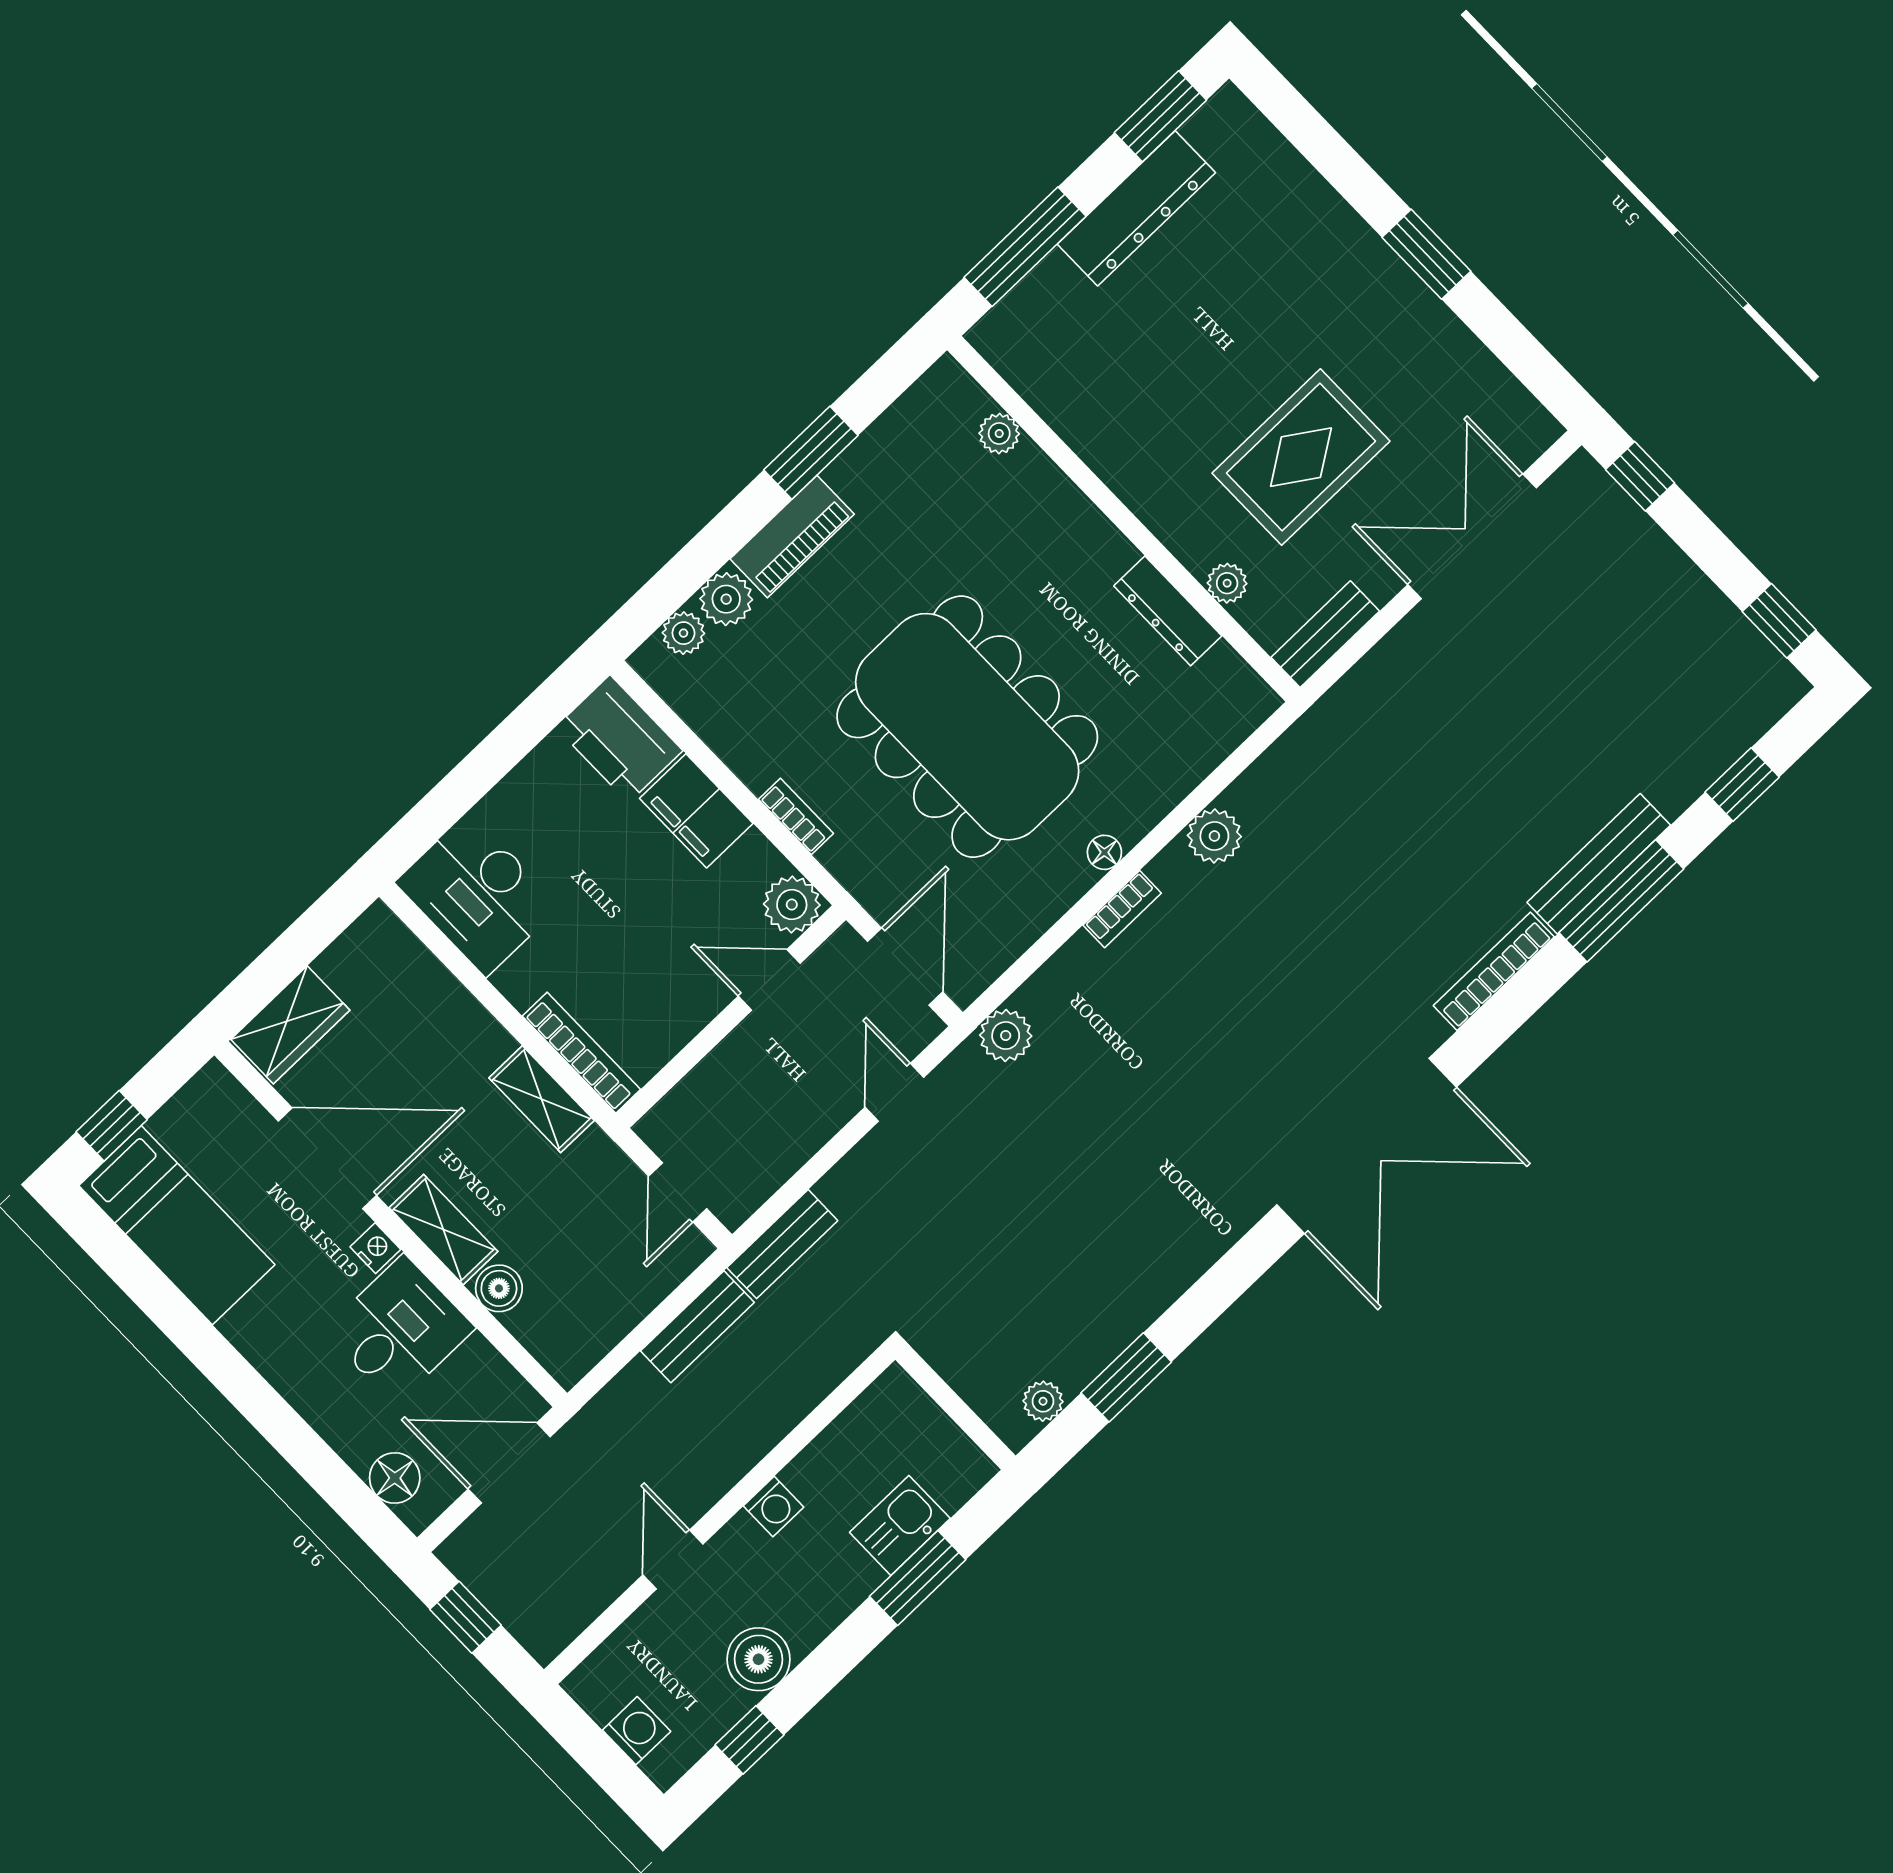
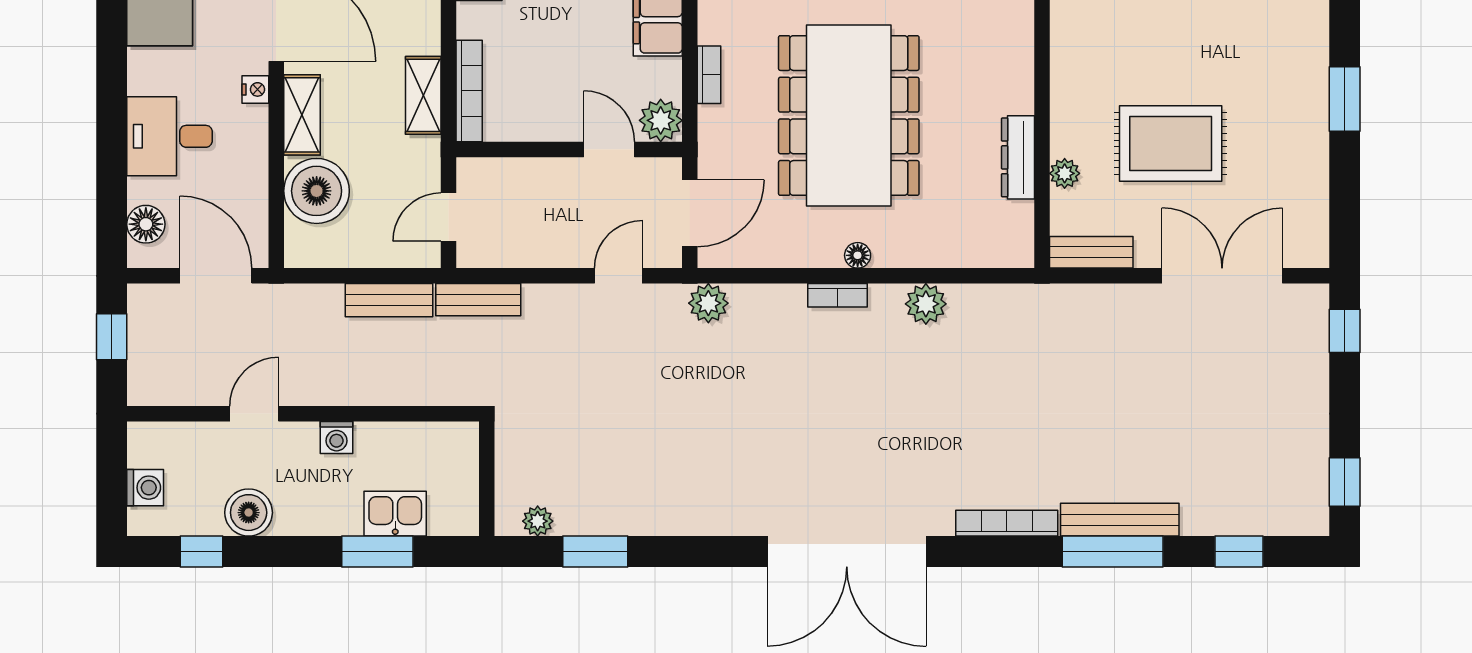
boiler: (499, 1288) -> (317, 191), width x1.86, depth x1.86
desk: (399, 1329) -> (170, 136), moved, turned 180

